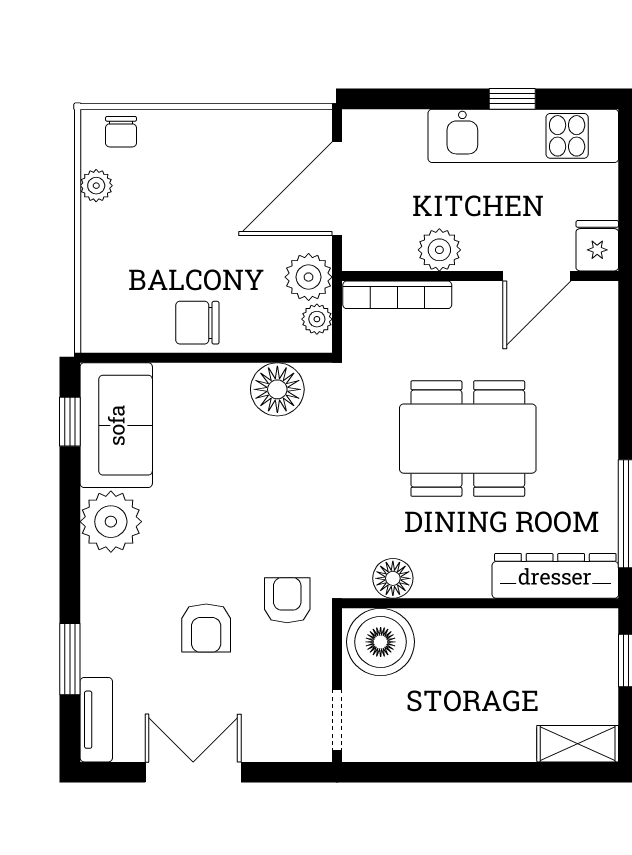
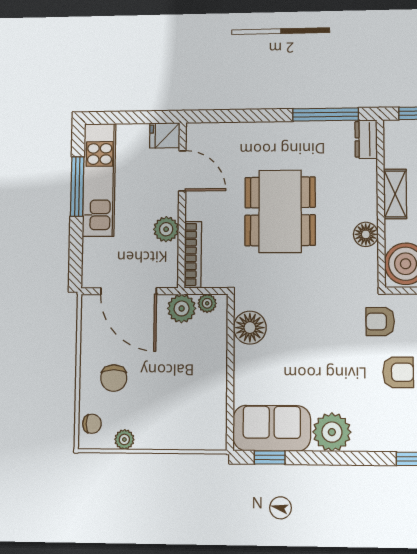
window: (512, 99) -> (77, 186), width x2.17
chair: (197, 323) -> (114, 378), moved
dresser: (555, 576) -> (366, 139), width x0.51, depth x0.80
floor lamp: (393, 578) -> (366, 234), moved
shelving: (495, 626) -> (395, 194), added

